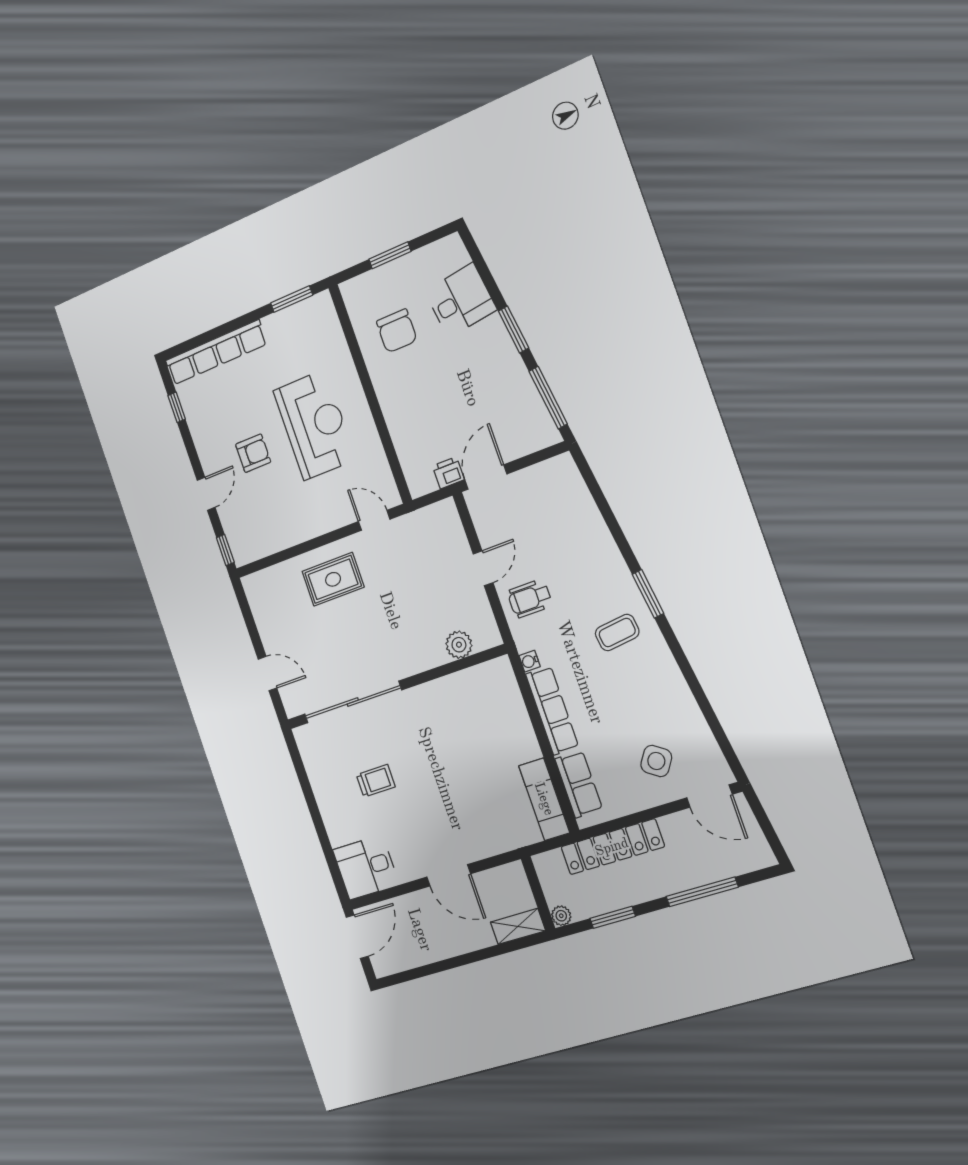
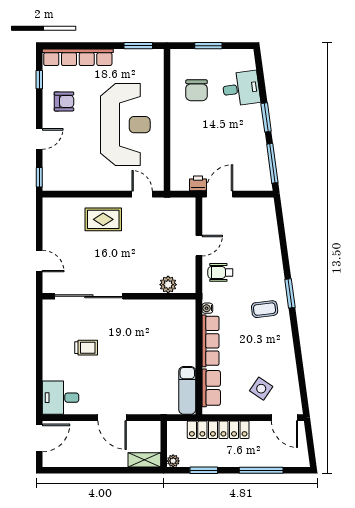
reception desk: (315, 425) -> (125, 125), width x1.36, depth x1.30
armchair: (253, 453) -> (64, 101), moved

